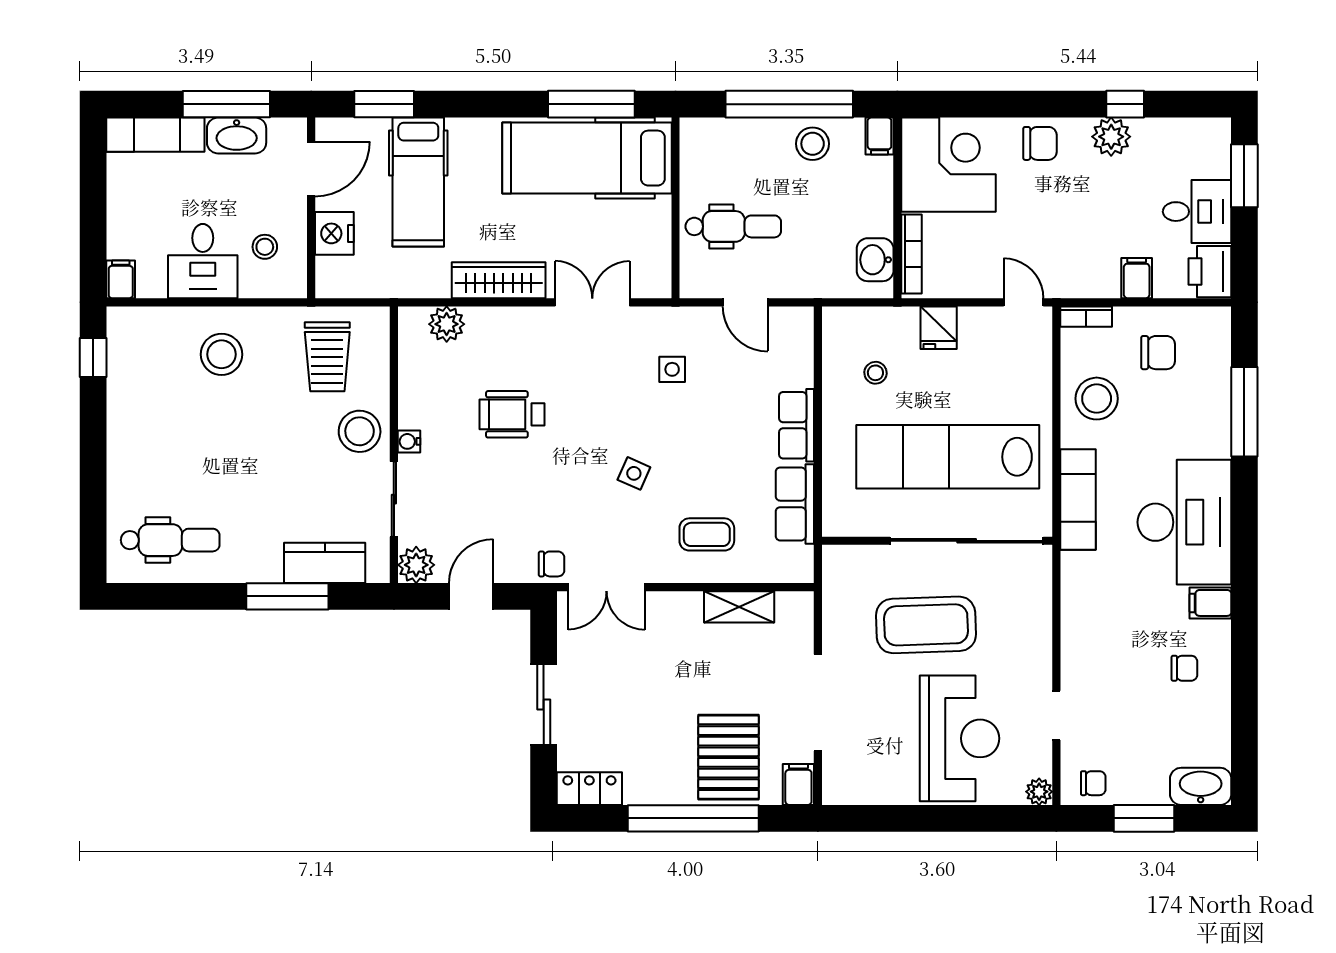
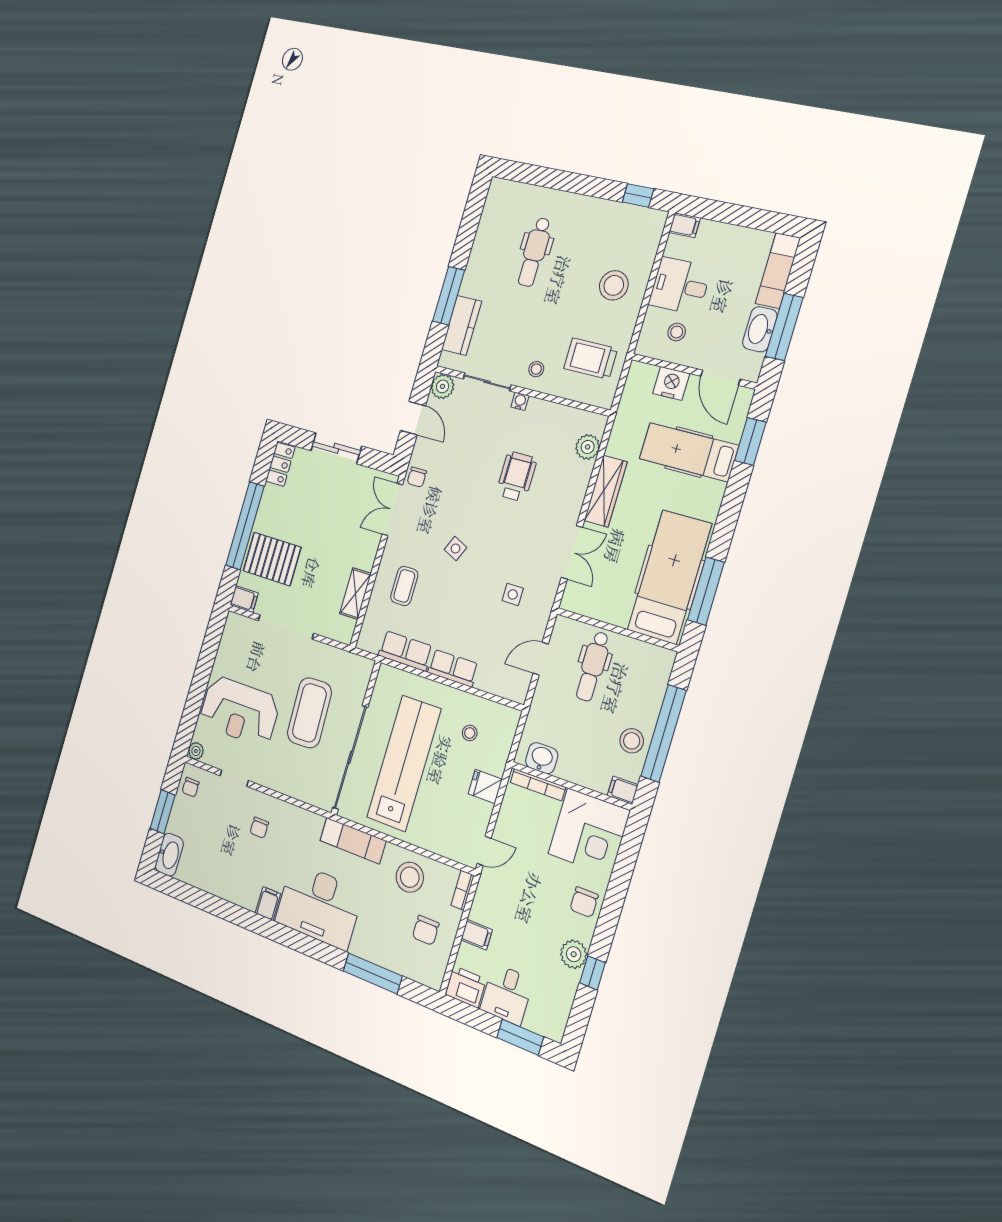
stool: (360, 431) -> (536, 369), width x0.53, depth x0.53
dental chair: (170, 540) -> (534, 252), moved
chair: (1184, 668) -> (259, 828), moved

